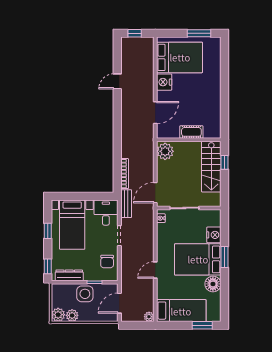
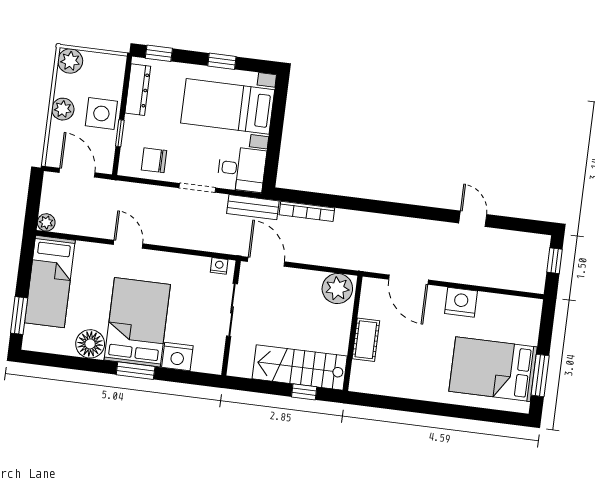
bed: (180, 57) -> (493, 369), moved, turned 90
plant: (72, 315) -> (63, 109), moved

